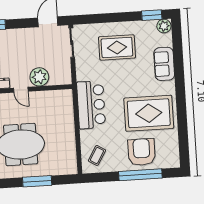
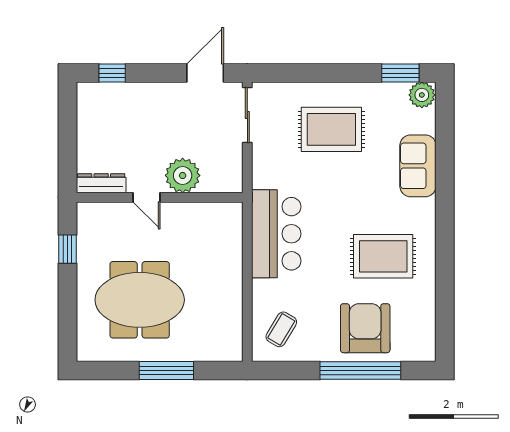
rug: (149, 113) -> (383, 256), width x0.73, depth x0.69

